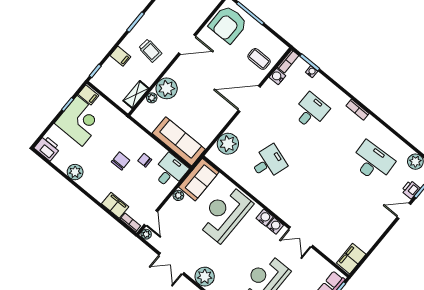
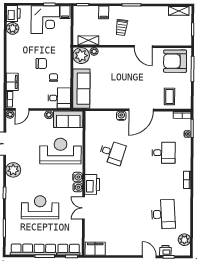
water cooler: (277, 77) -> (121, 116), moved
plant: (167, 88) -> (81, 56), moved
door: (249, 99) -> (141, 110), swing flipped
plant: (228, 144) -> (104, 119), removed
plant: (75, 172) -> (13, 28), moved
printer: (284, 209) -> (92, 184), added

